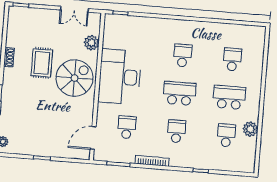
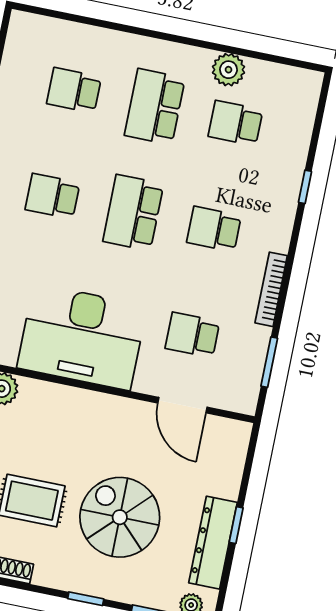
spiral stairs: (75, 78) -> (120, 517), moved
door: (93, 138) -> (182, 405), moved
dresser: (33, 148) -> (213, 543), added

